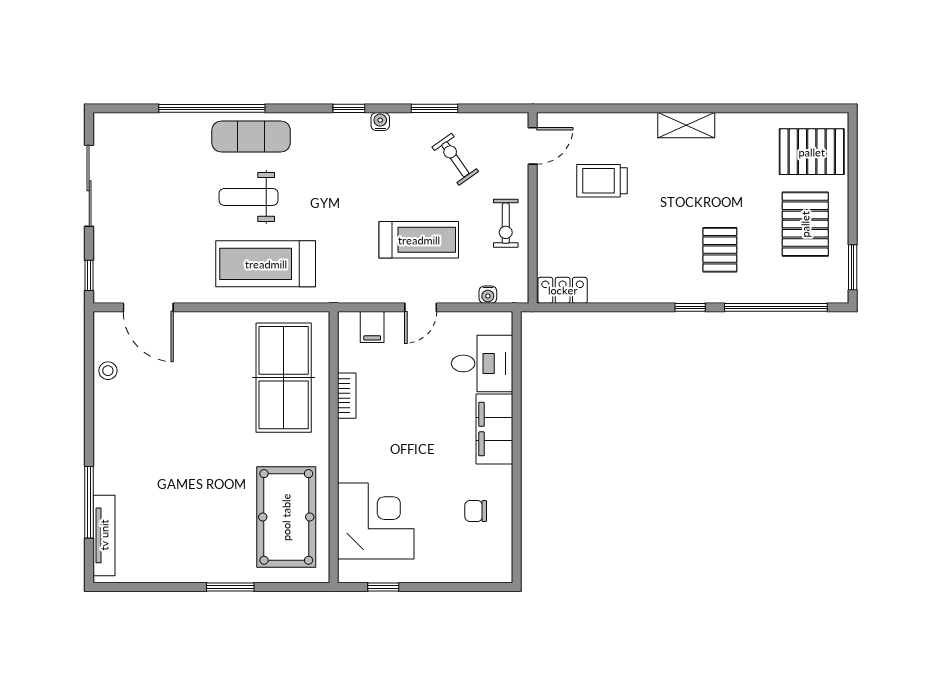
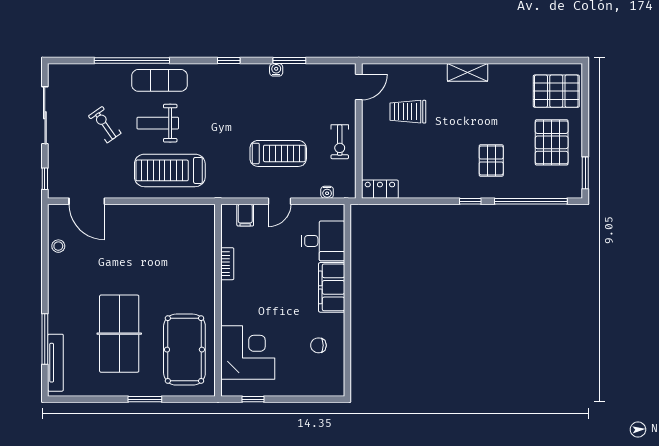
water cooler: (380, 122) -> (276, 70), moved
exercise bike: (455, 159) -> (105, 125), moved
table tennis table: (284, 378) -> (119, 334), moved

